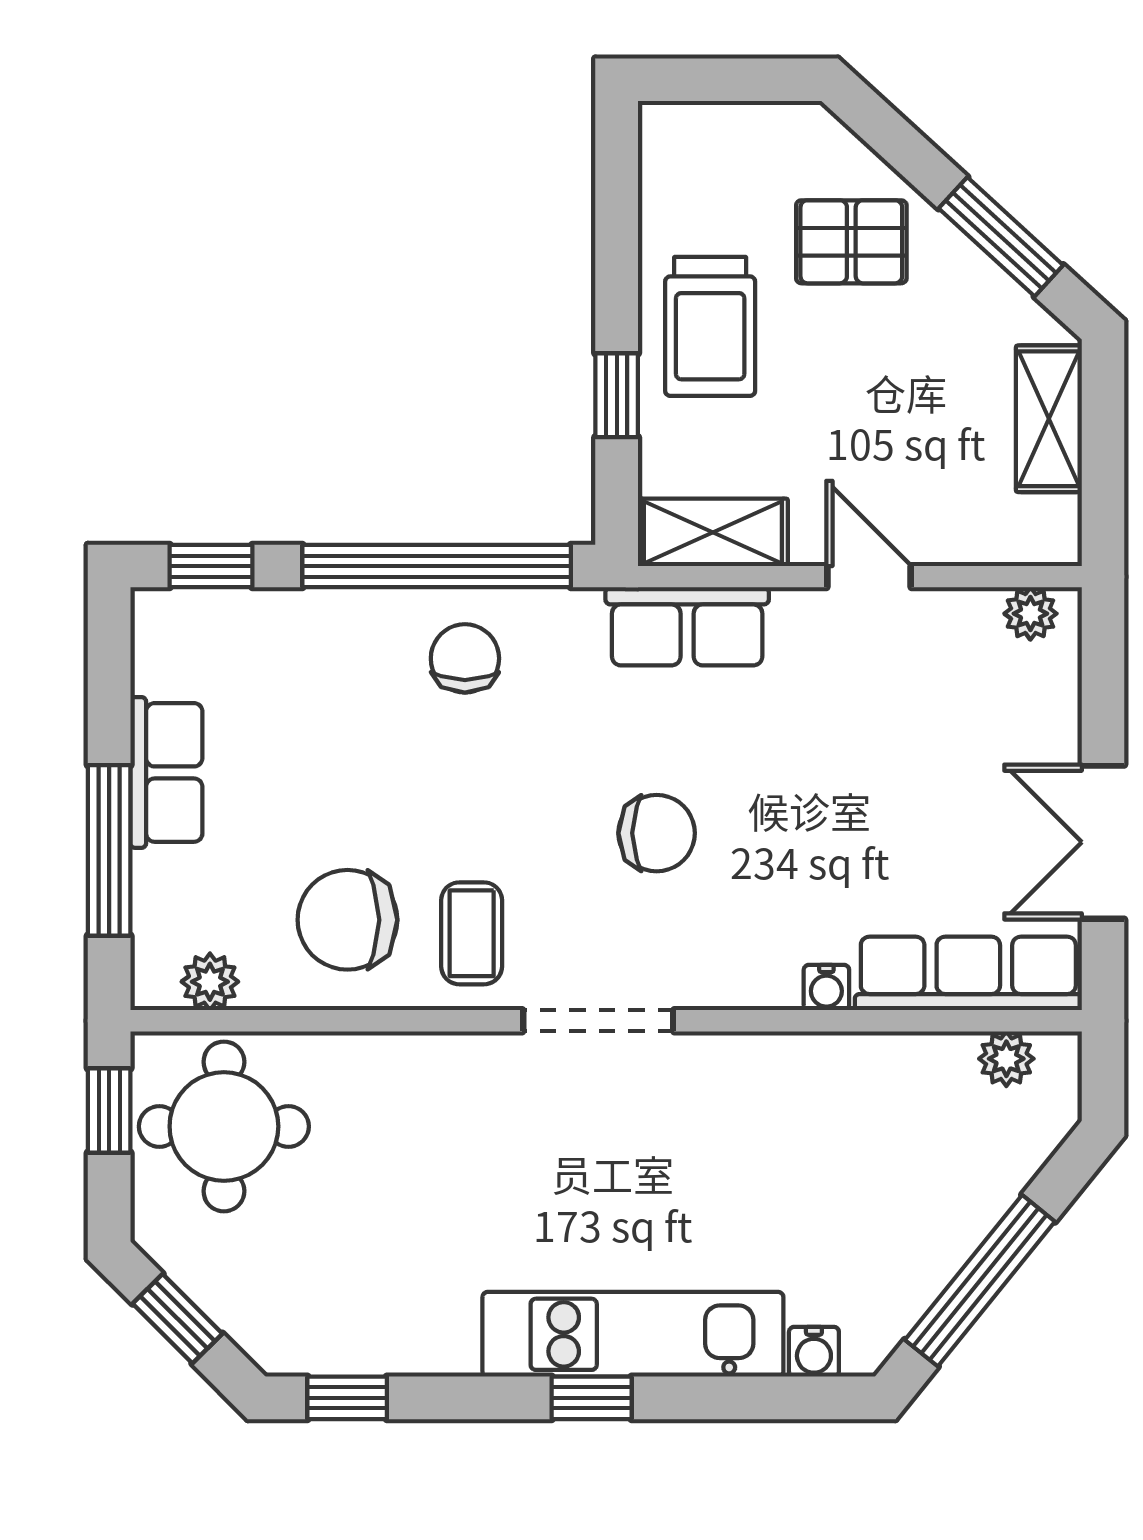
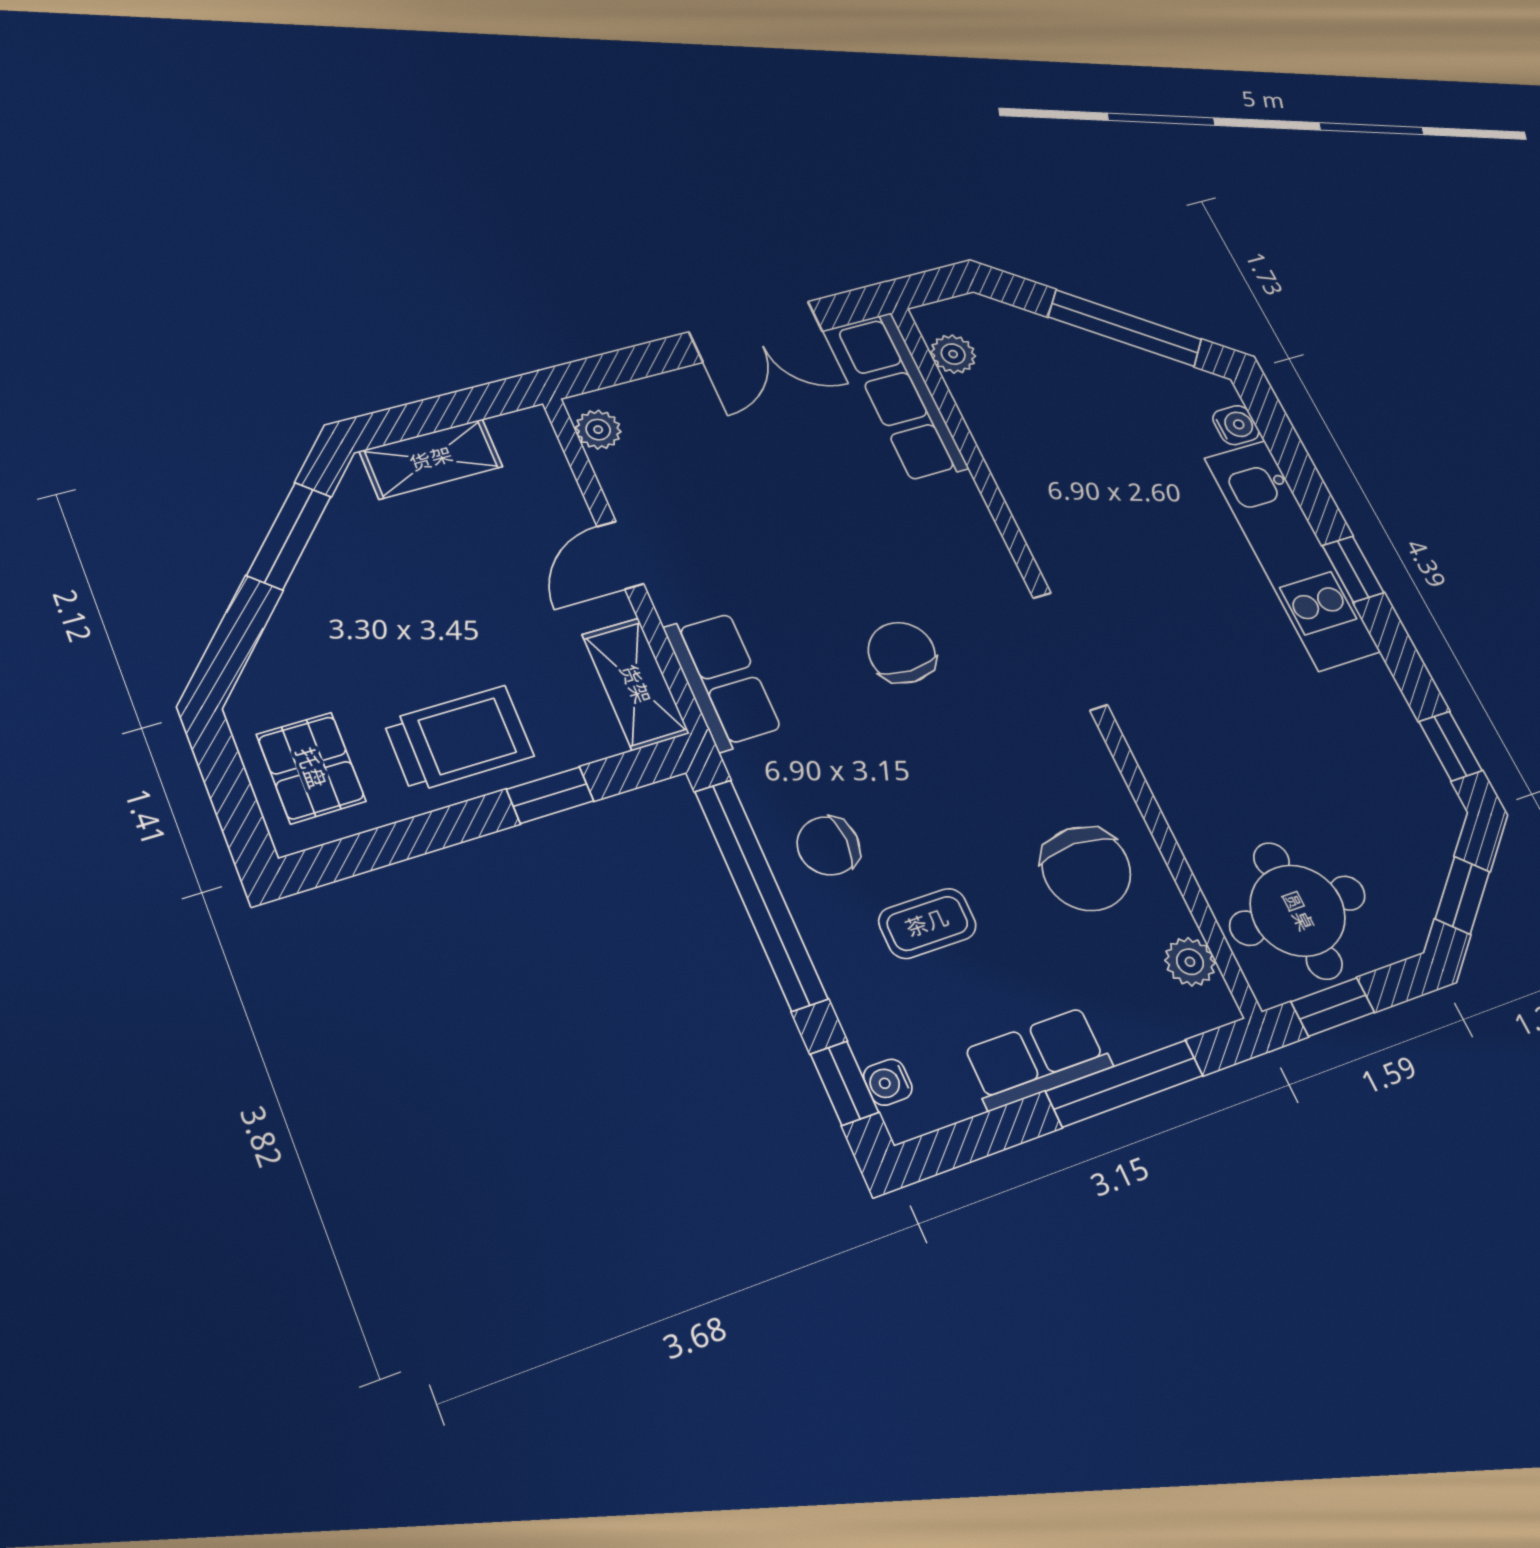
pallet: (851, 242) -> (311, 768), moved
coffee table: (472, 933) -> (927, 923), moved
water cooler: (826, 987) -> (888, 1082), moved, turned 180

